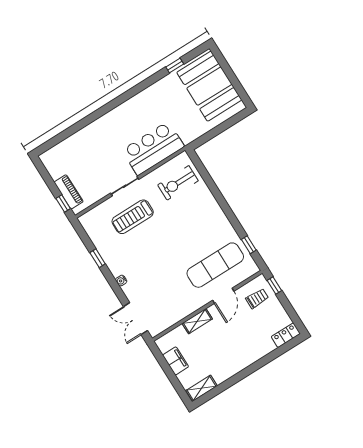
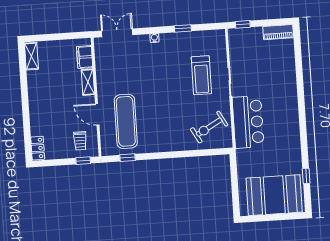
exercise bike: (178, 183) -> (209, 127), turned -119
piano: (69, 192) -> (278, 32), moved
treadmill: (133, 217) -> (201, 75), turned 180
filing cabinet: (176, 361) -> (85, 57), moved, turned 90

